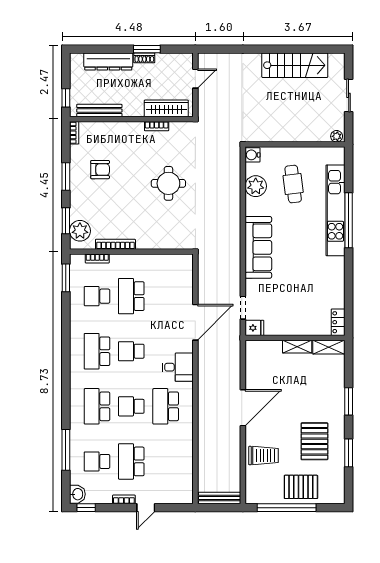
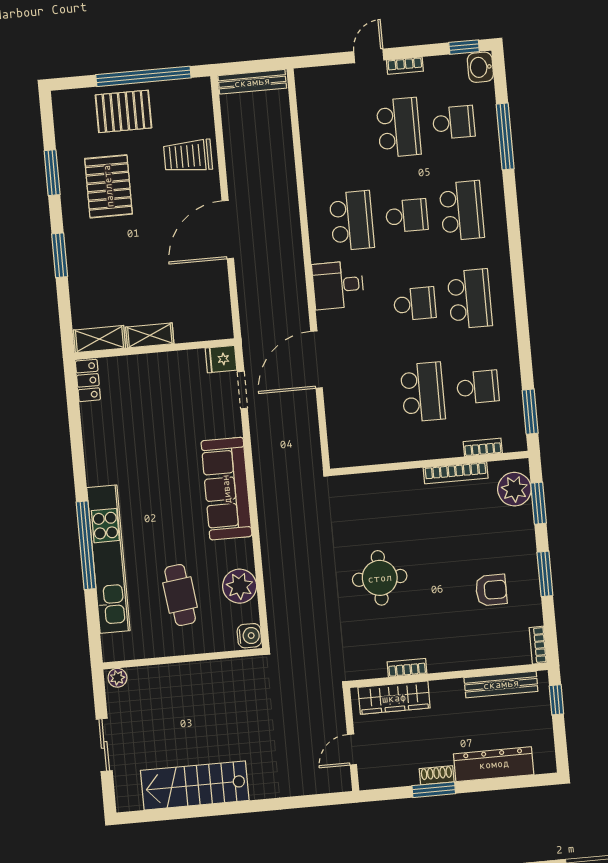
armchair: (100, 170) -> (491, 590), turned 180

